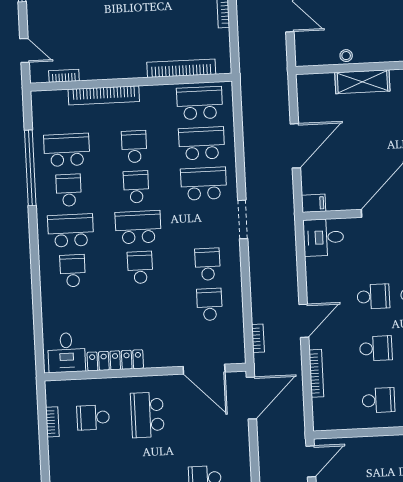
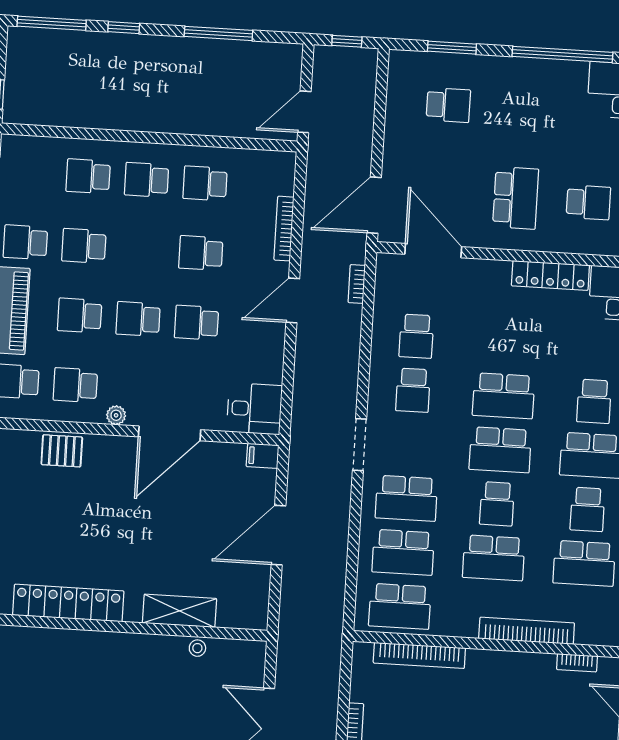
school desk: (134, 147) -> (494, 558), width x1.85
school desk: (140, 267) -> (504, 396), width x1.85

